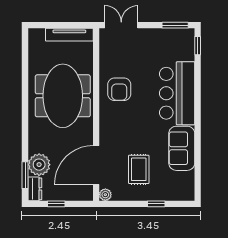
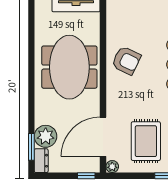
armchair: (119, 89) -> (126, 61), turned -64
rug: (139, 169) -> (146, 141), width x1.36, depth x1.43
window: (56, 204) -> (86, 176), moved

